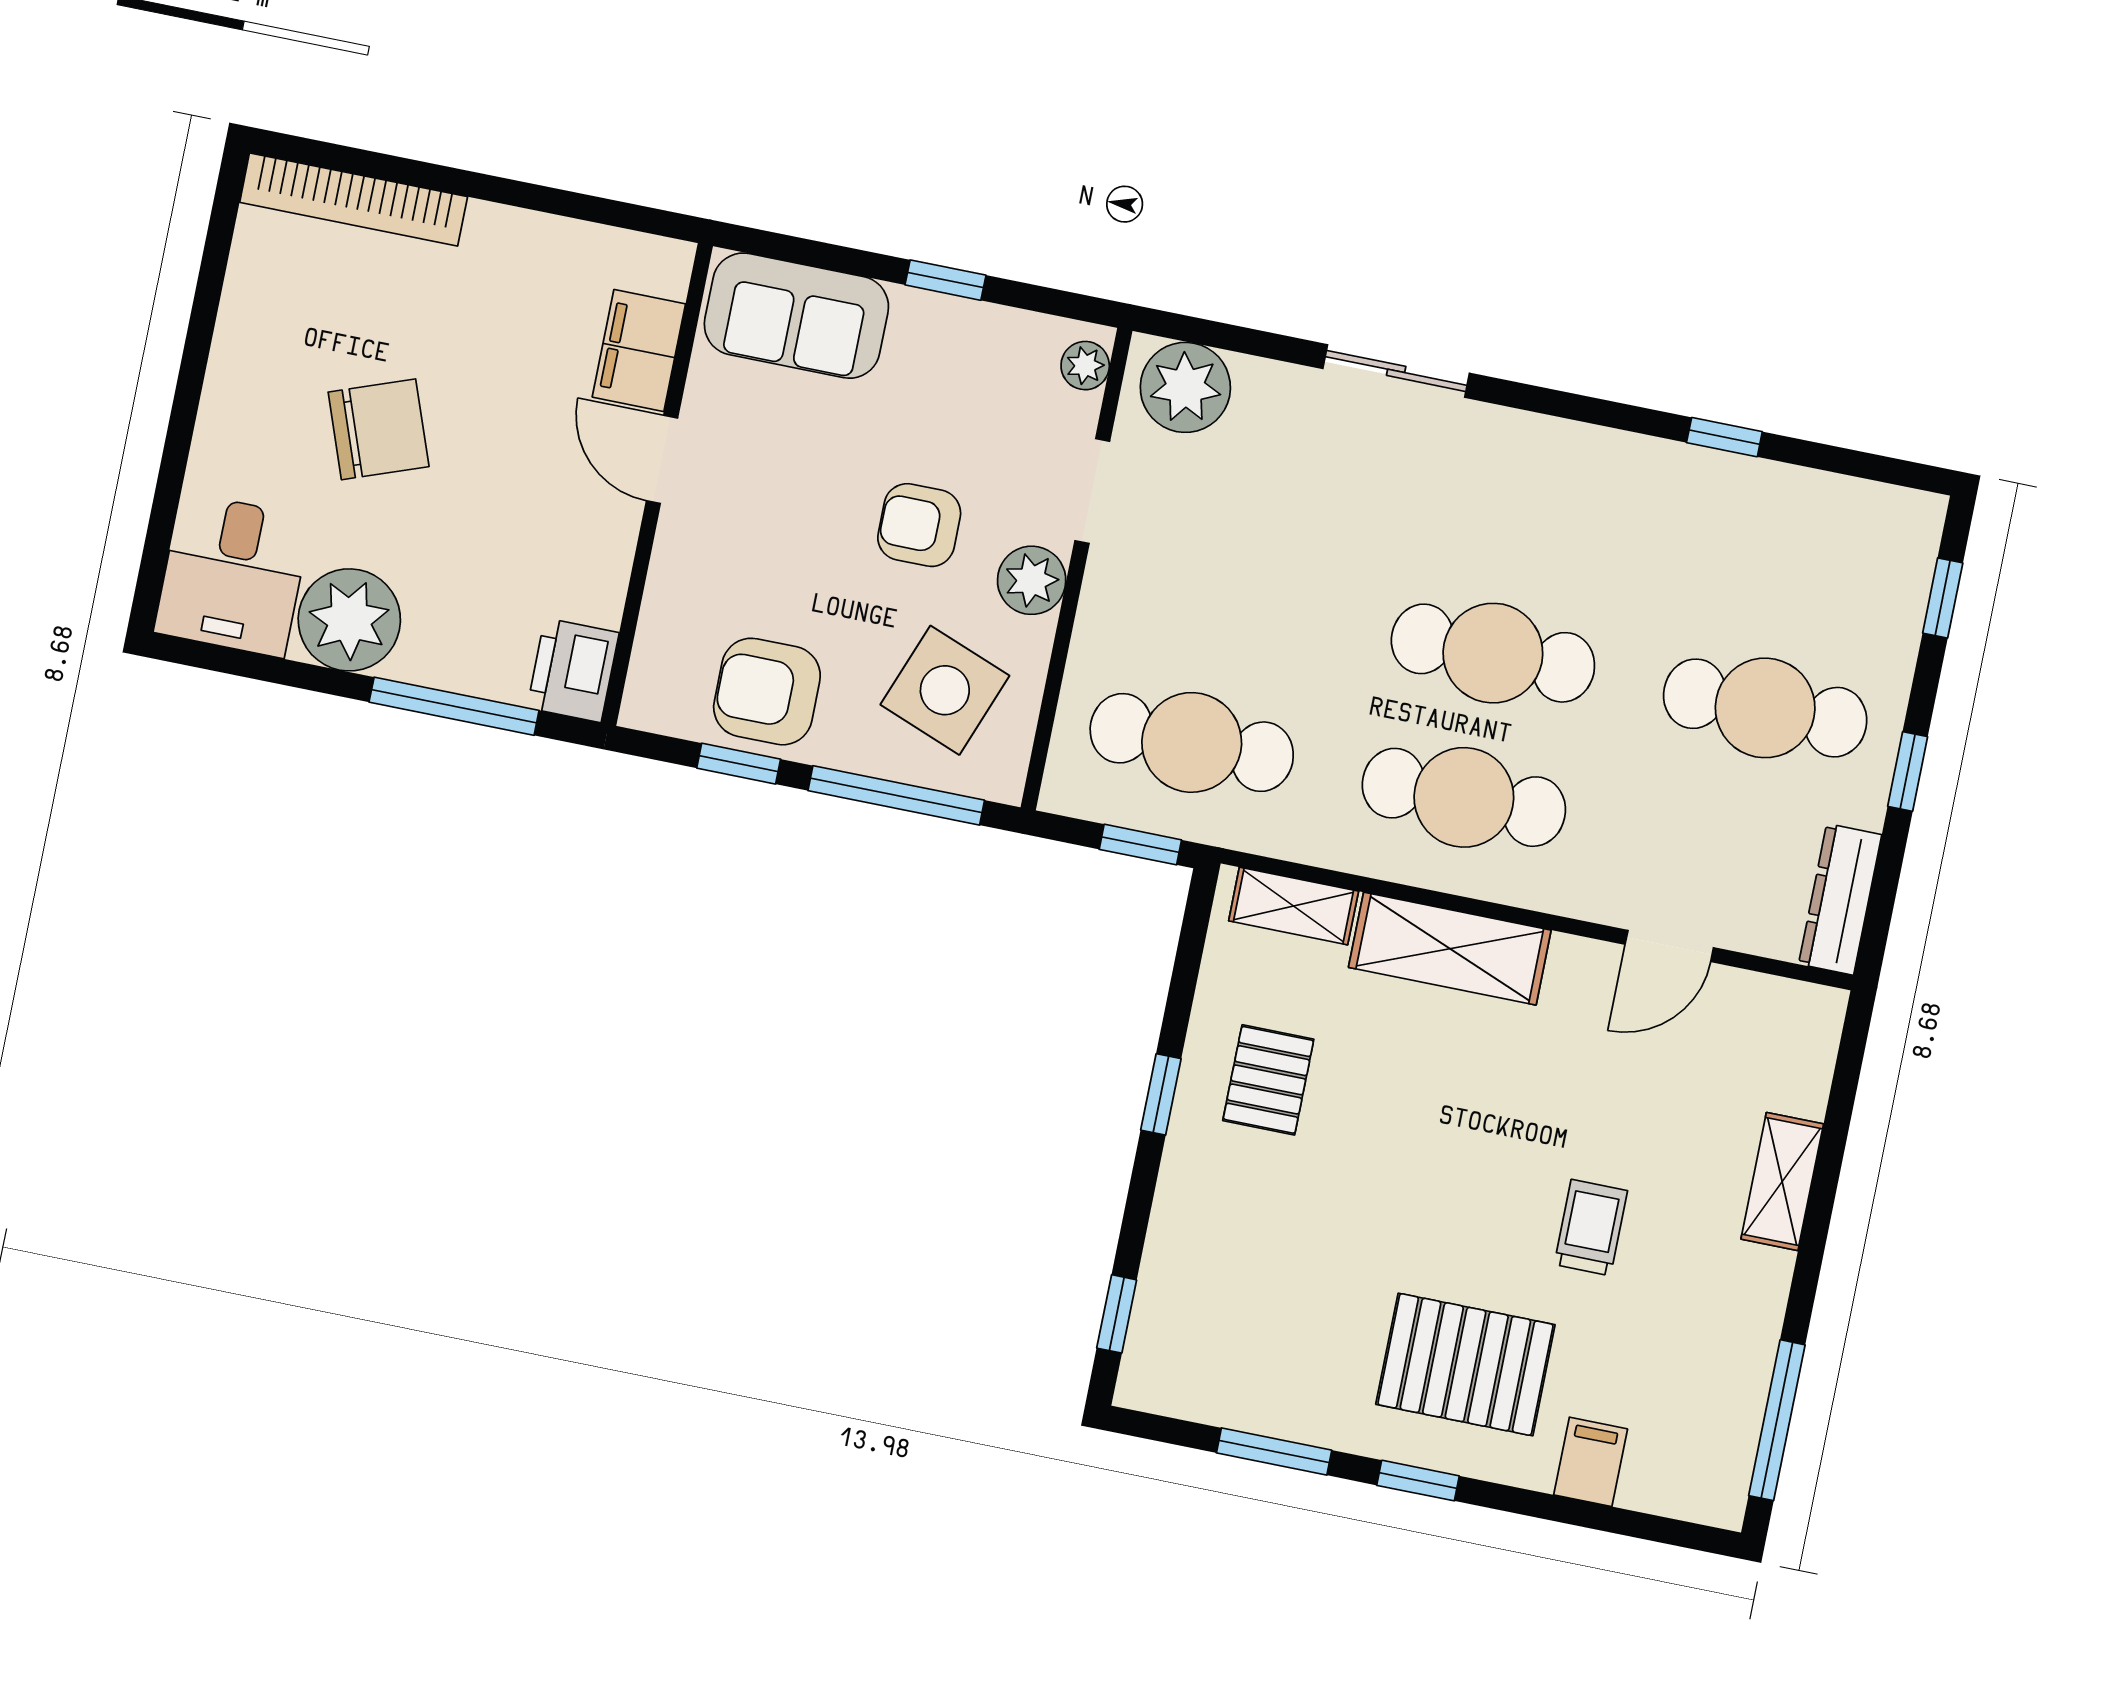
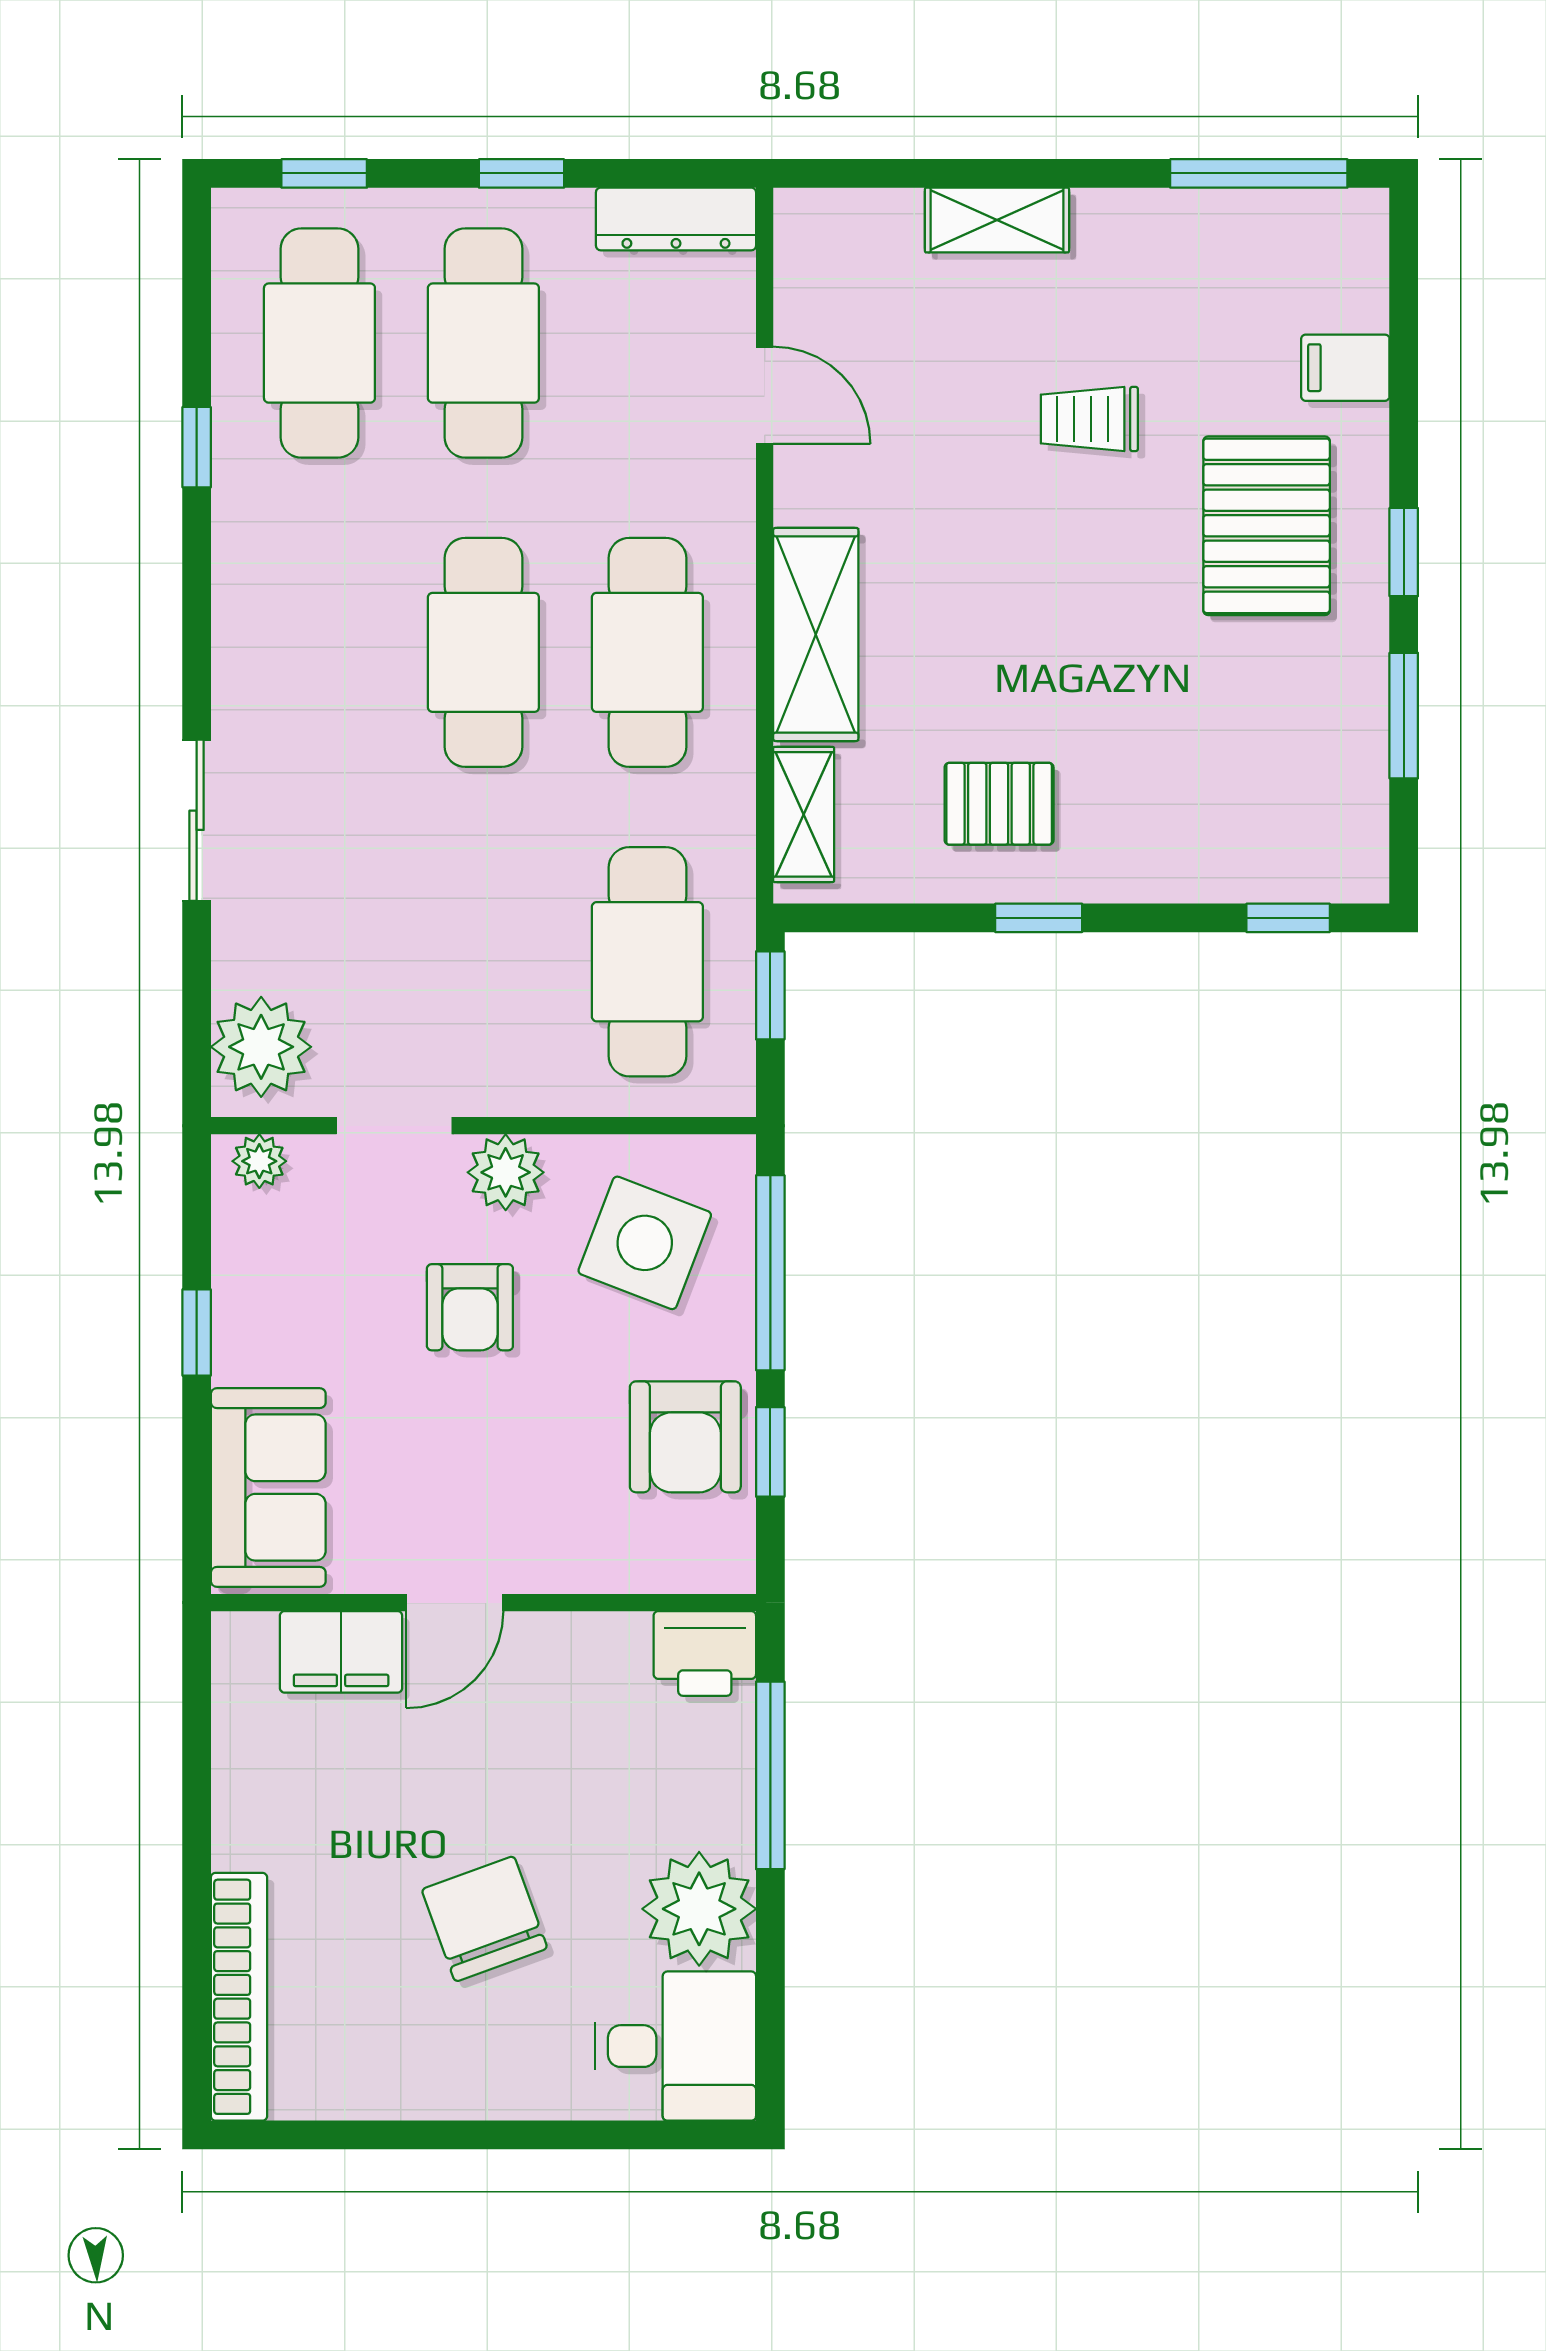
cafe table: (1794, 564) -> (319, 343), added

